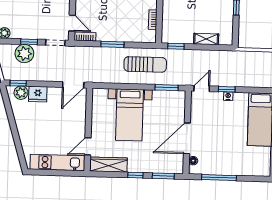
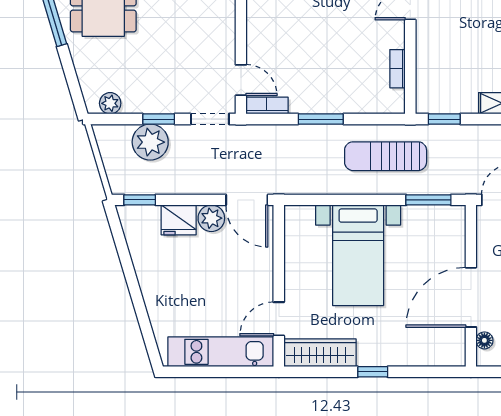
sun lounger: (145, 64) -> (386, 156), turned 180
door: (73, 85) -> (247, 200), hinge flipped
plant: (21, 93) -> (211, 218), moved
window: (163, 176) -> (427, 372), removed

